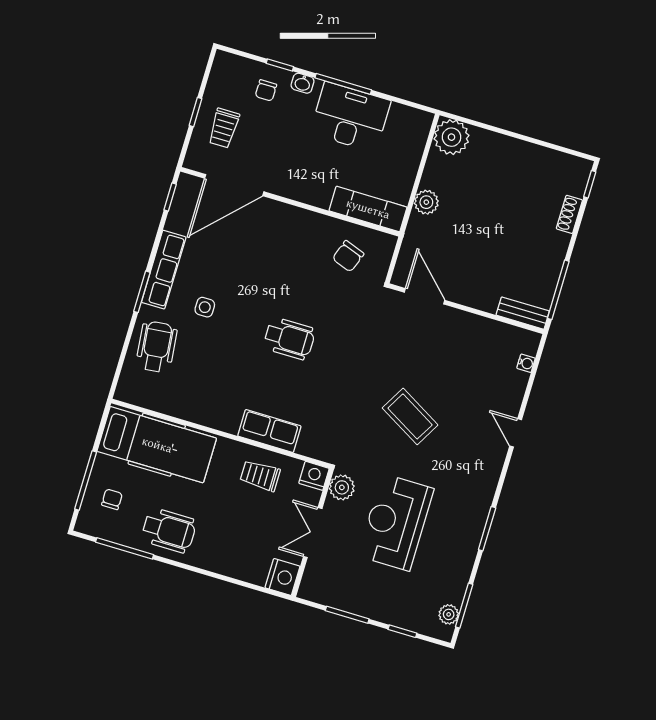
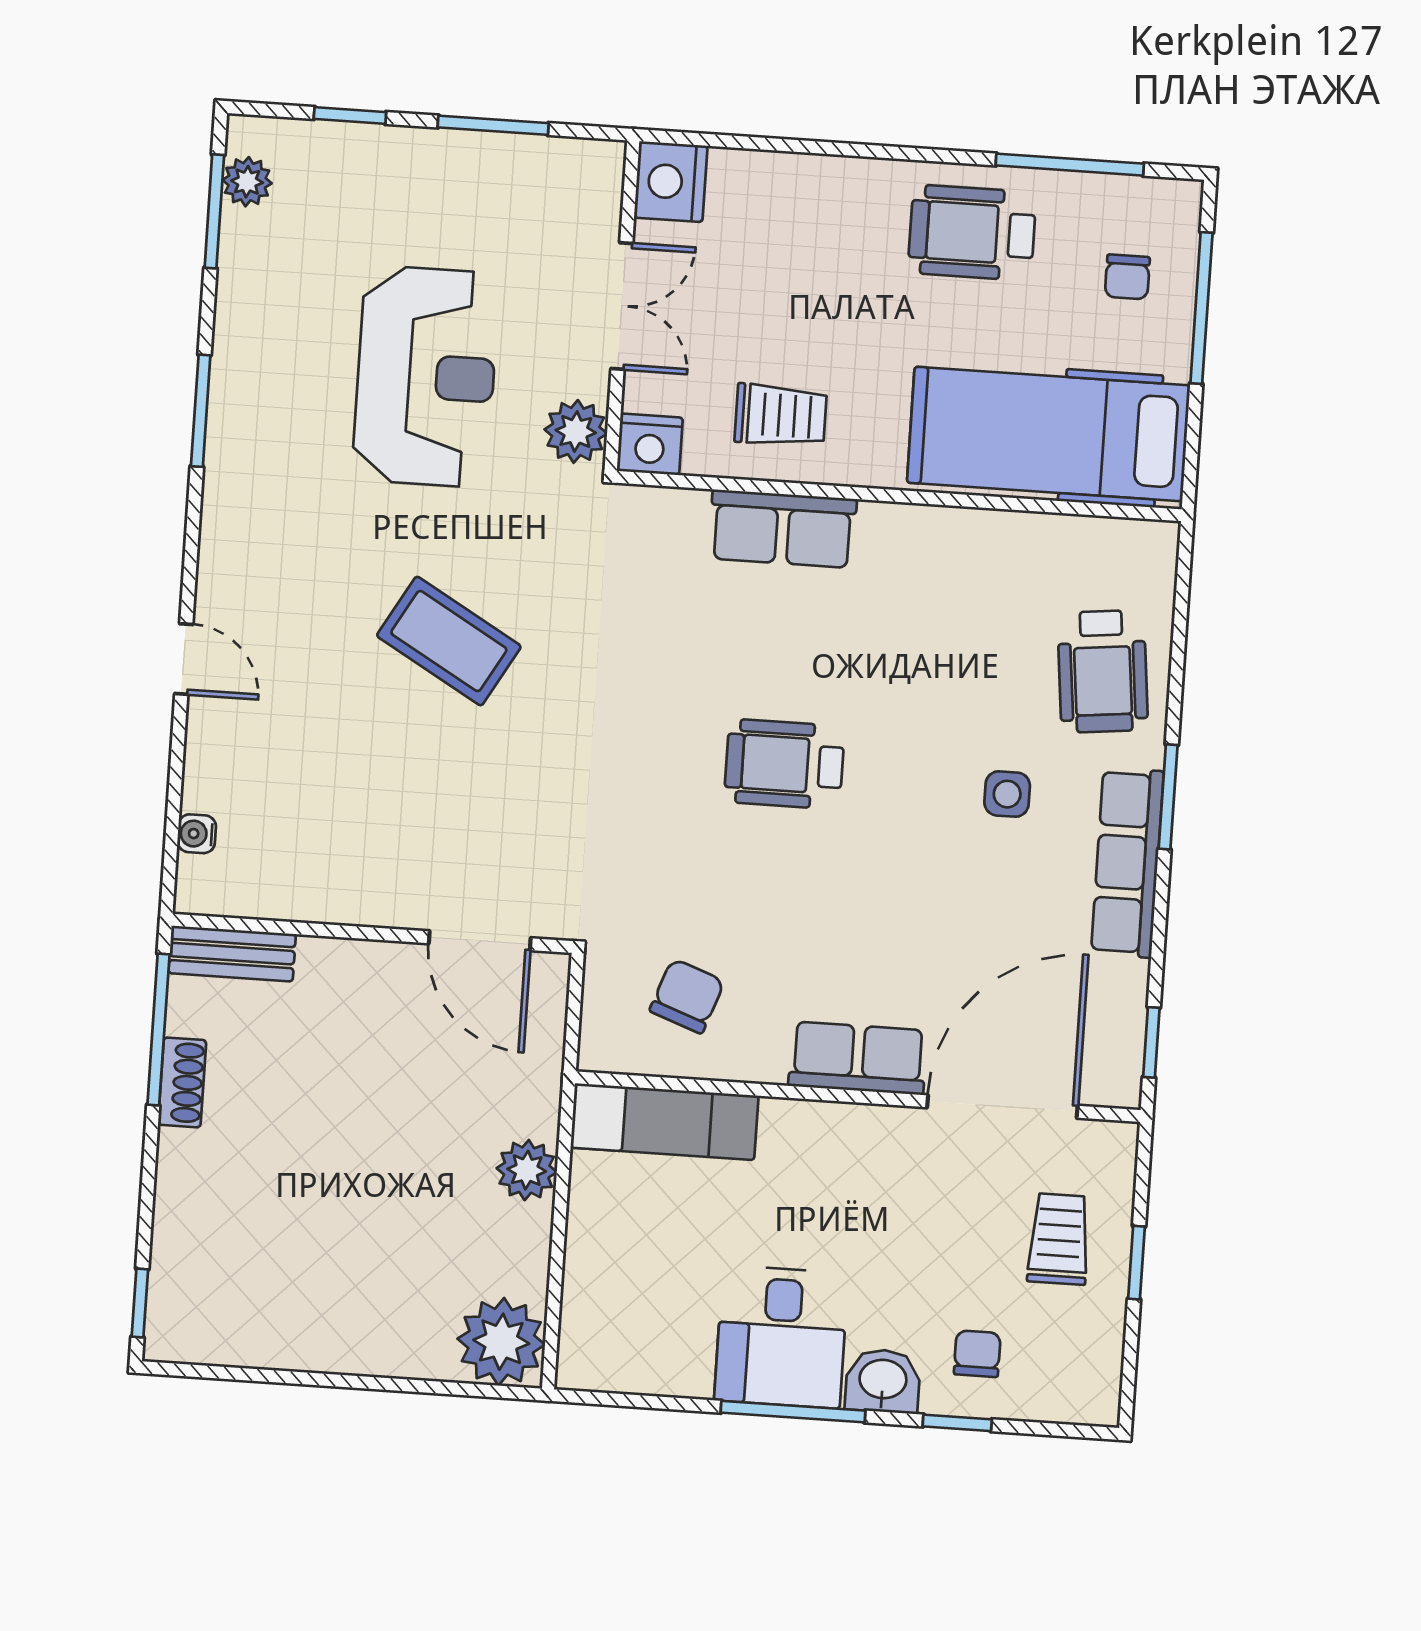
washbasin: (303, 83) -> (883, 1381), width x1.38, depth x1.45
desk: (350, 117) -> (781, 1337), width x0.73
shoe rack: (569, 214) -> (182, 1082), moved
row of seats: (287, 217) -> (858, 1058), added

